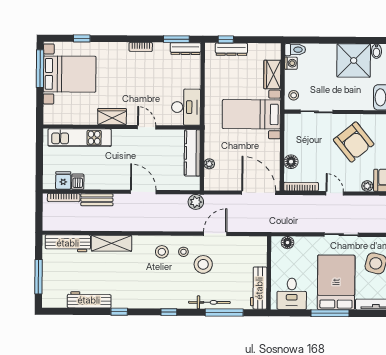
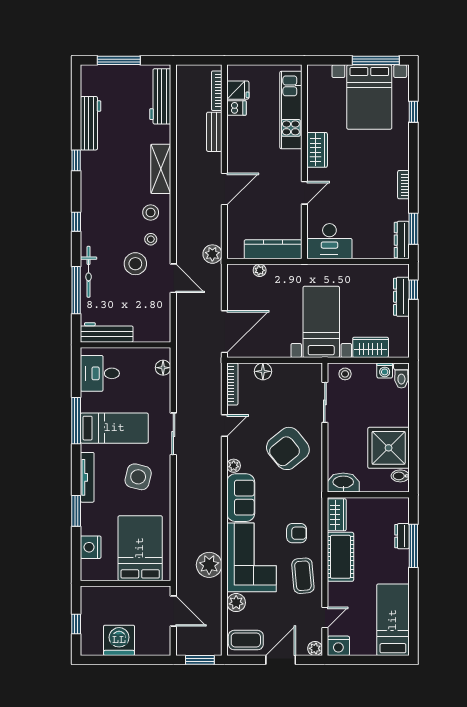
shelving: (112, 243) -> (161, 169), moved
bed: (336, 282) -> (114, 428), width x0.67

